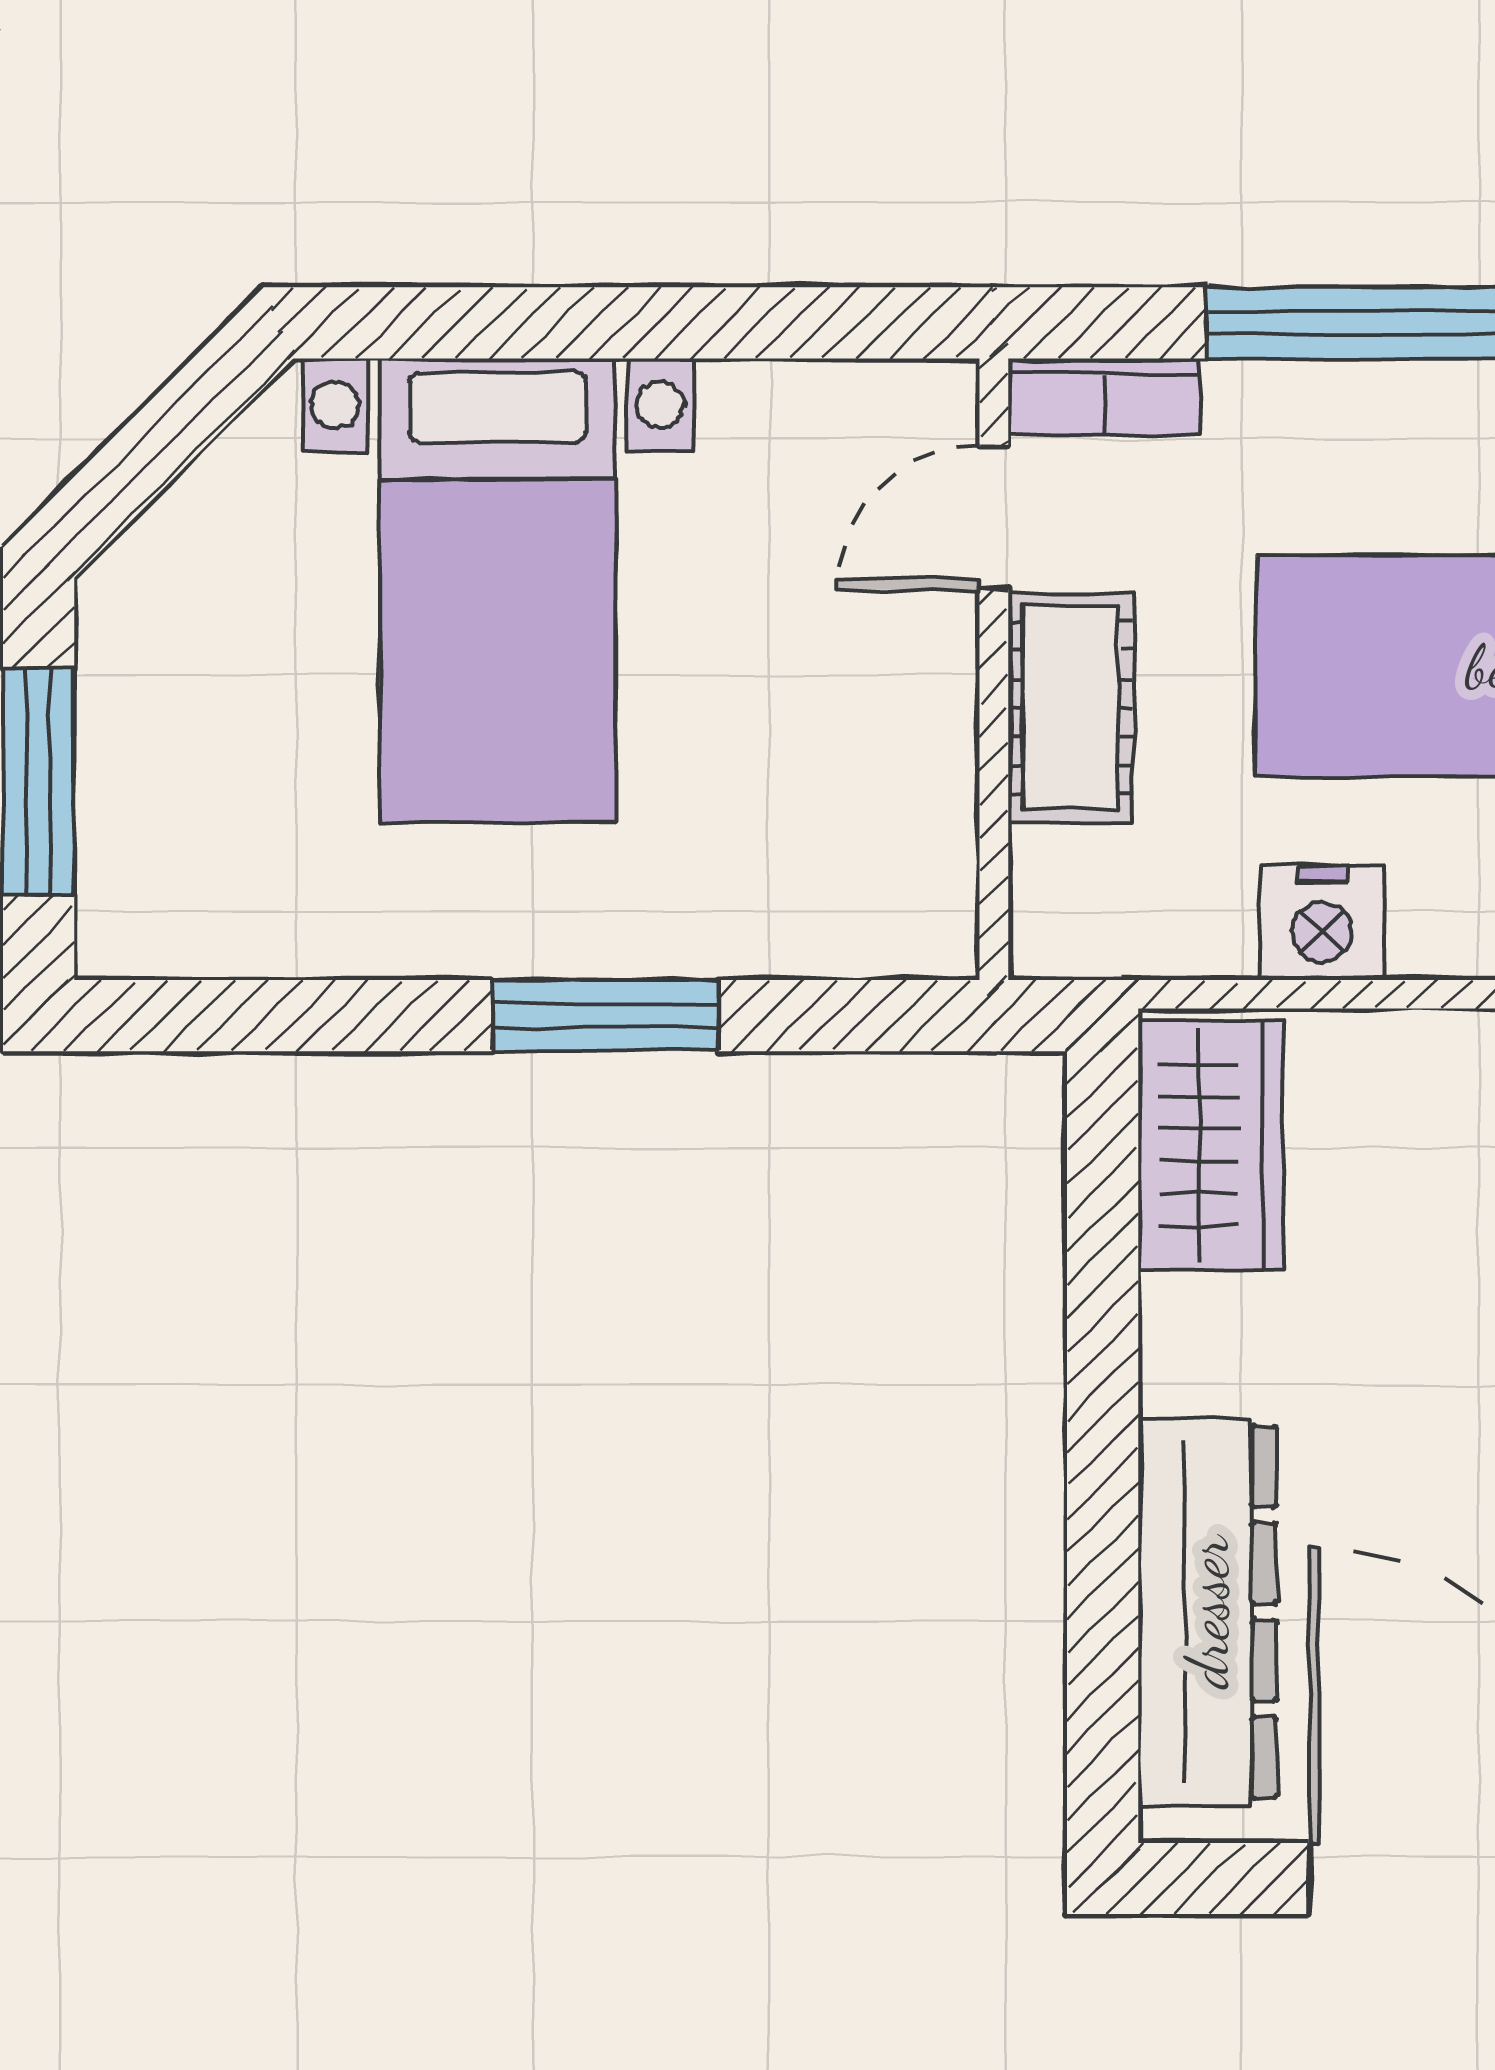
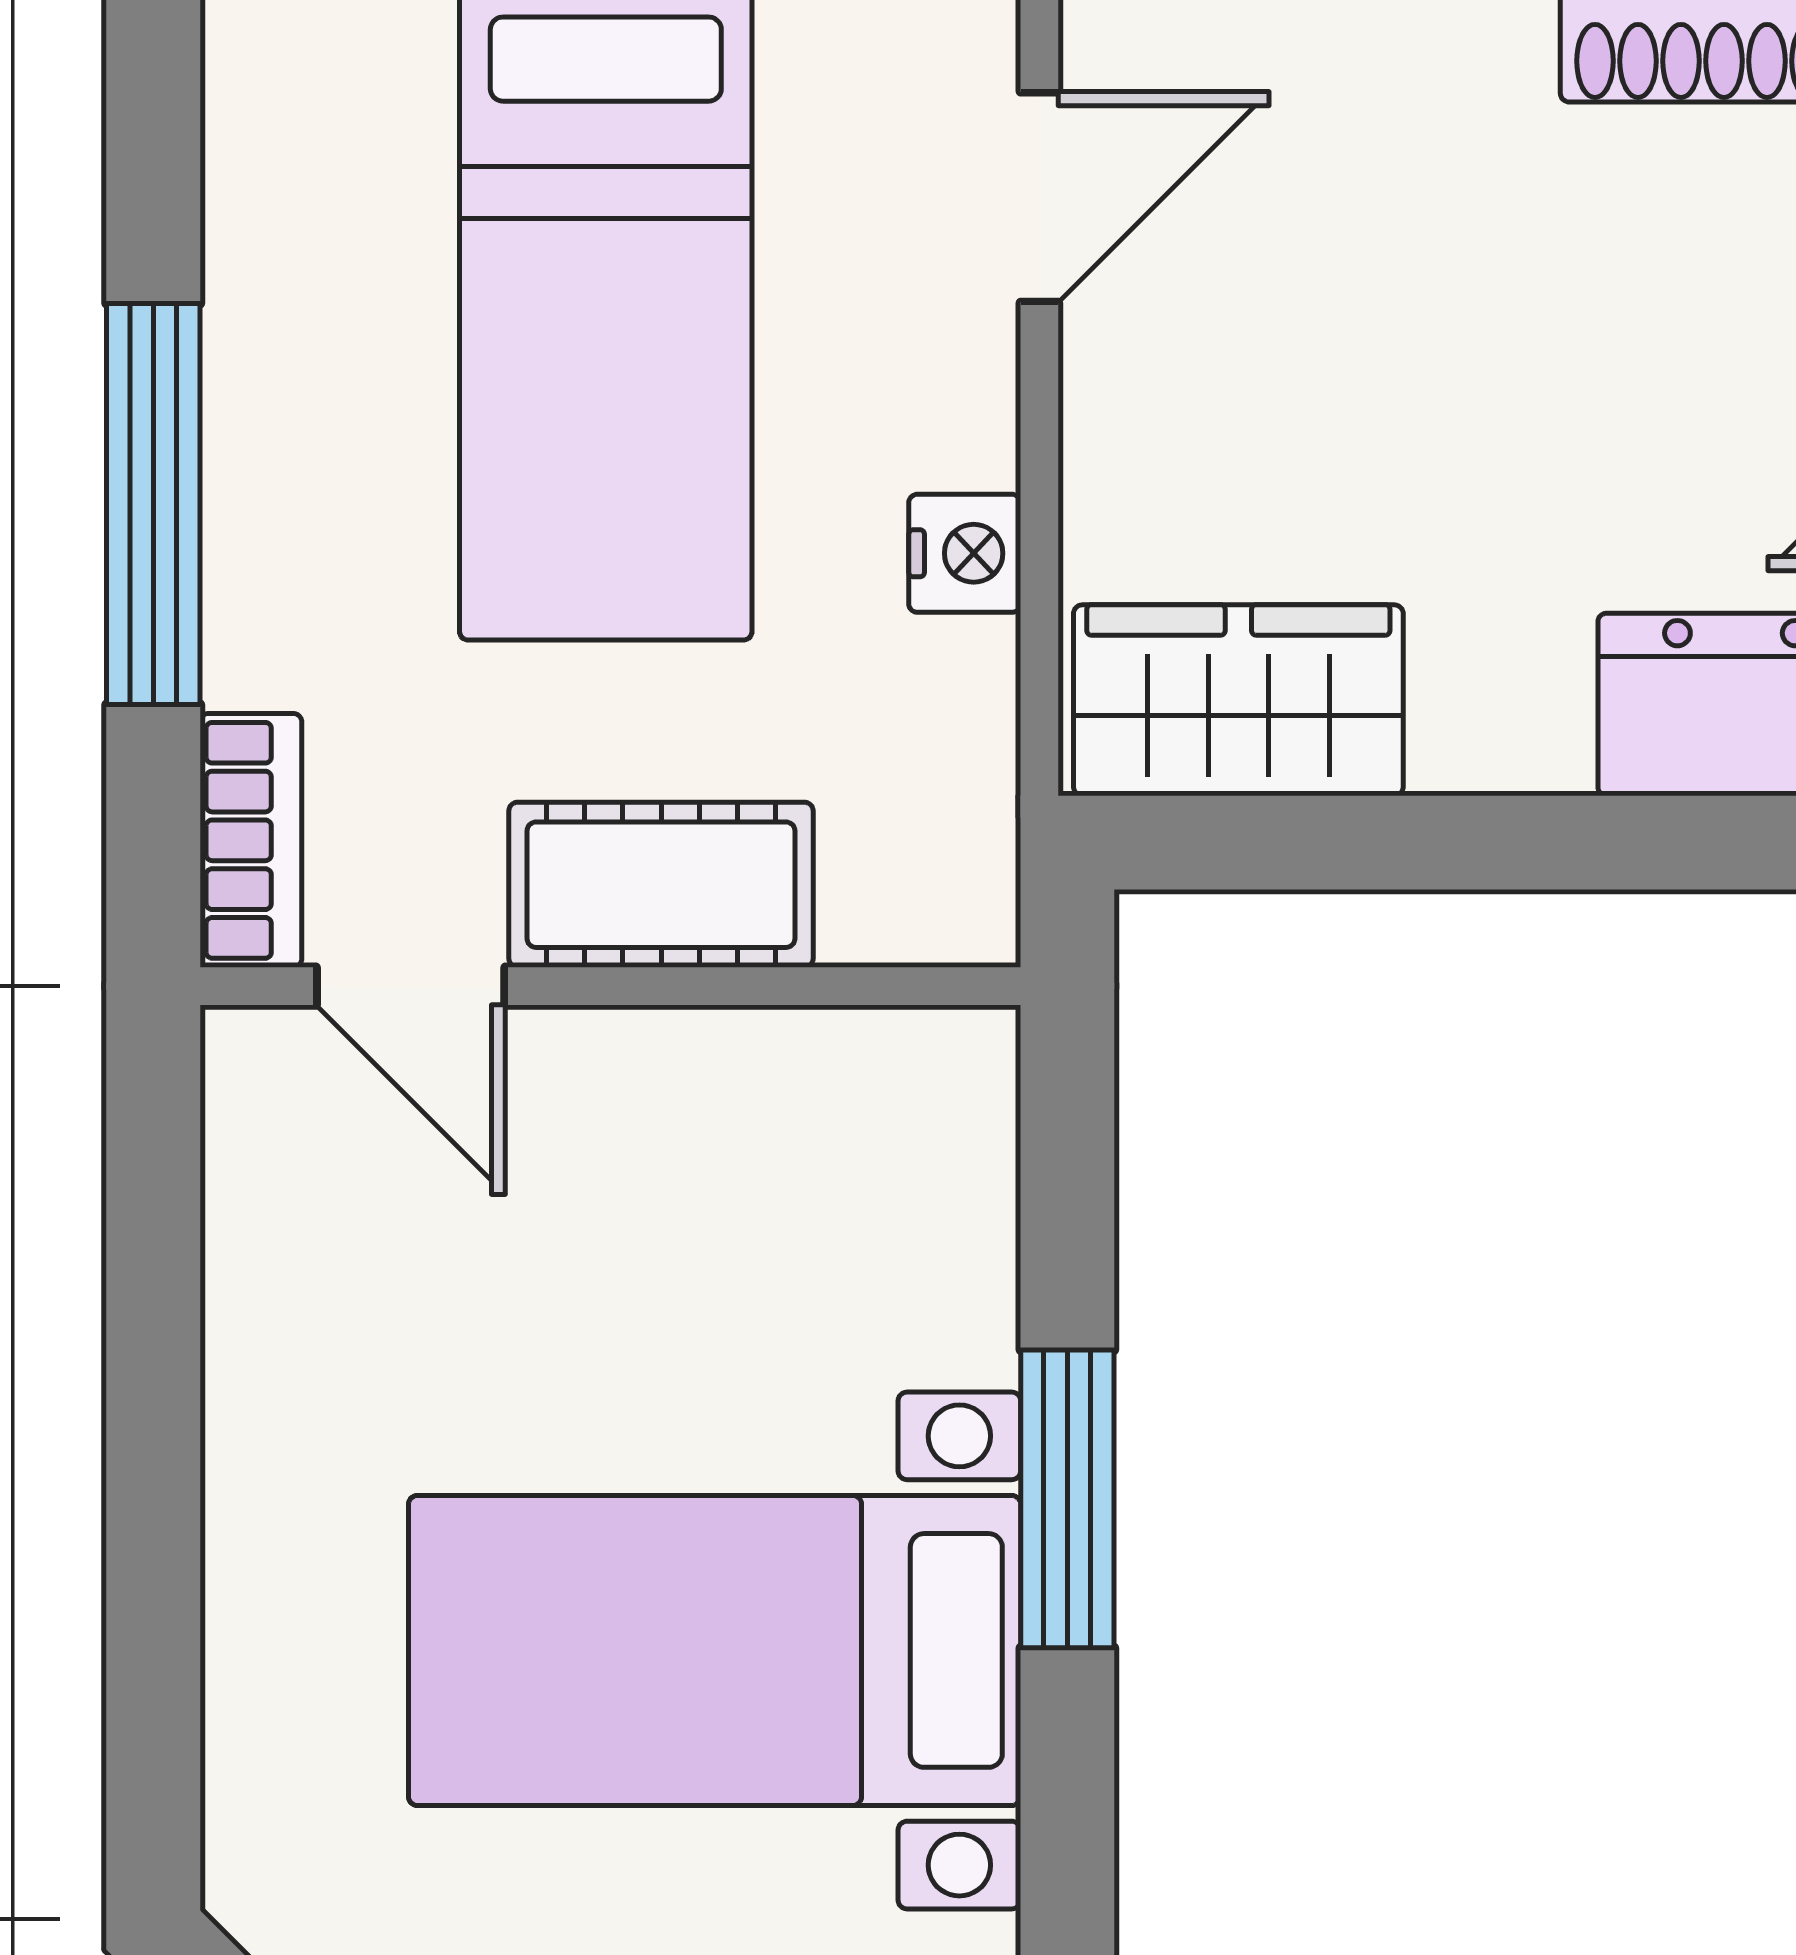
bed with nightstands: (497, 590) -> (715, 1650), moved, turned 180
nightstand: (1322, 923) -> (965, 553), width x0.72, depth x0.74

